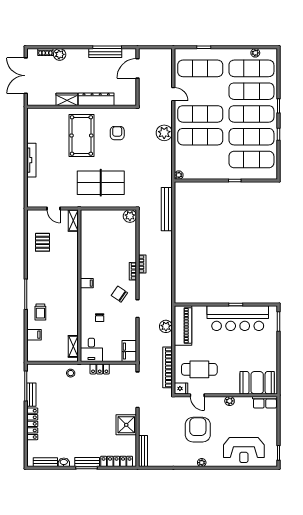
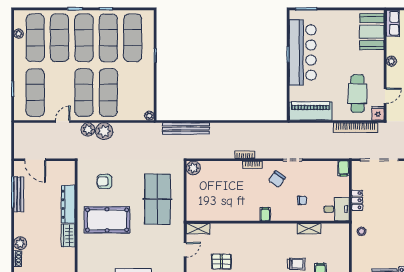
plant: (166, 326) -> (88, 129), moved
shelving: (73, 346) -> (309, 229), moved
filing cabinet: (129, 351) -> (344, 169), width x0.50

